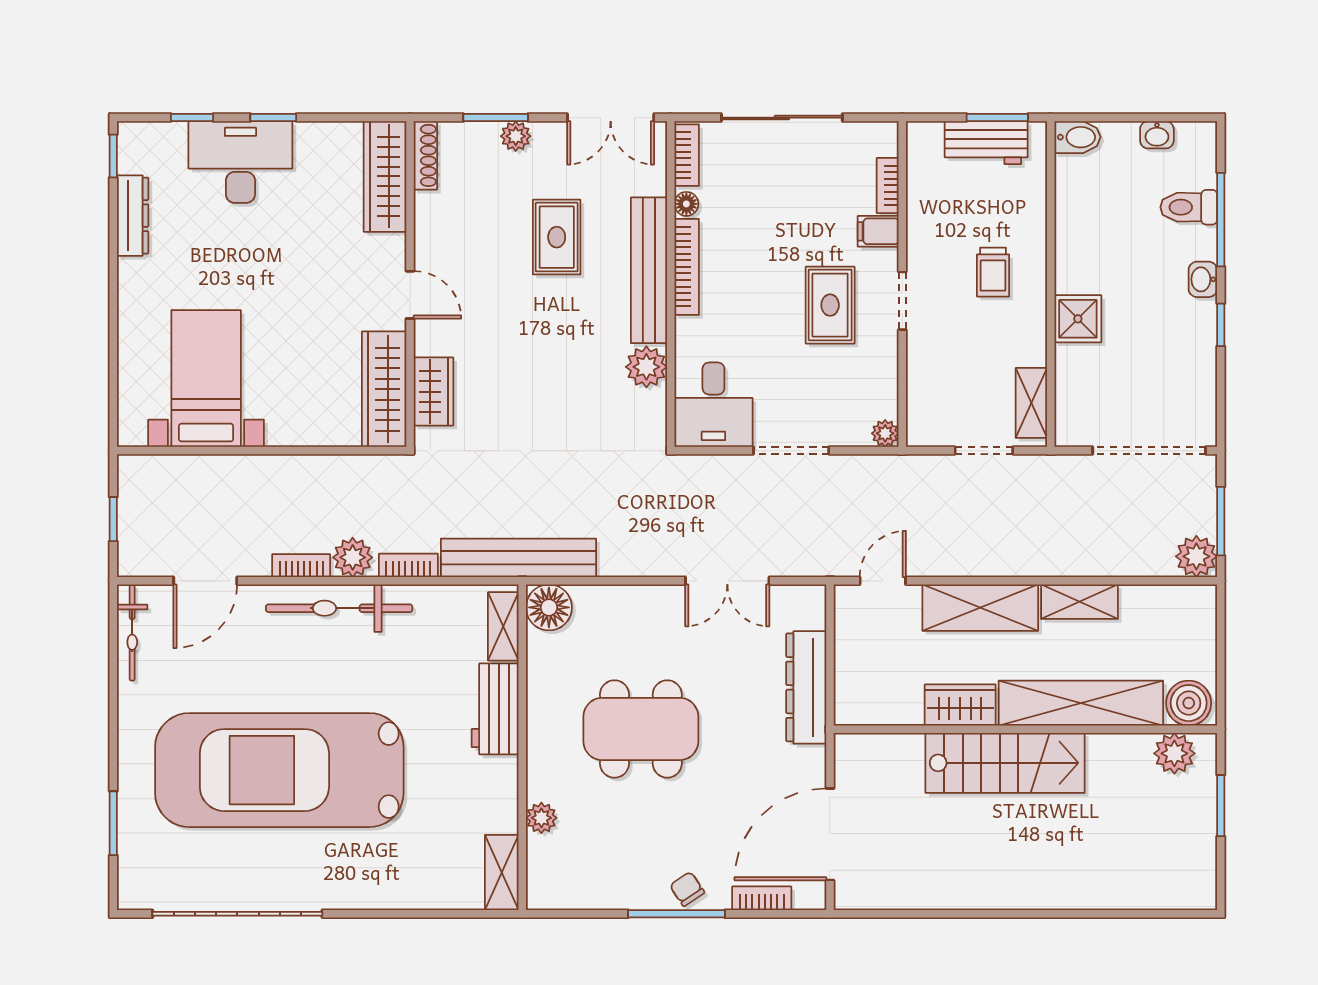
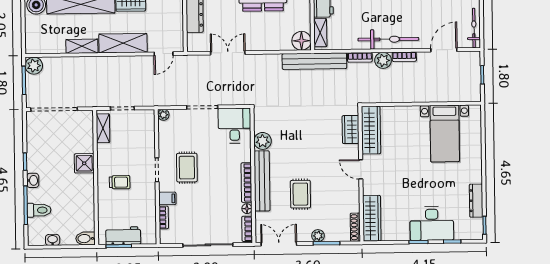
trolley: (993, 272) -> (120, 182), turned 90

